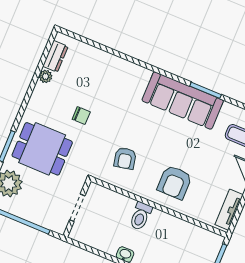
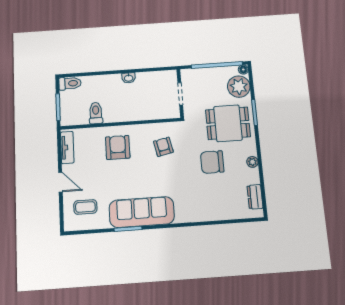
plant: (46, 76) -> (252, 162), moved
chair: (81, 116) -> (212, 162), width x1.87, depth x1.87
toilet: (141, 216) -> (96, 113), moved

